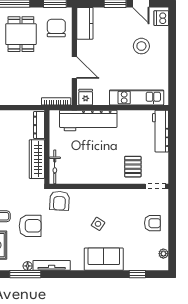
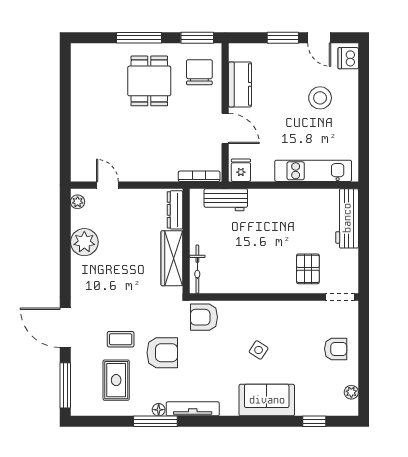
kitchen counter: (85, 23) -> (240, 84), moved
workbench: (88, 120) -> (226, 200), width x0.53, depth x0.76
armchair: (60, 201) -> (204, 317), turned 87

